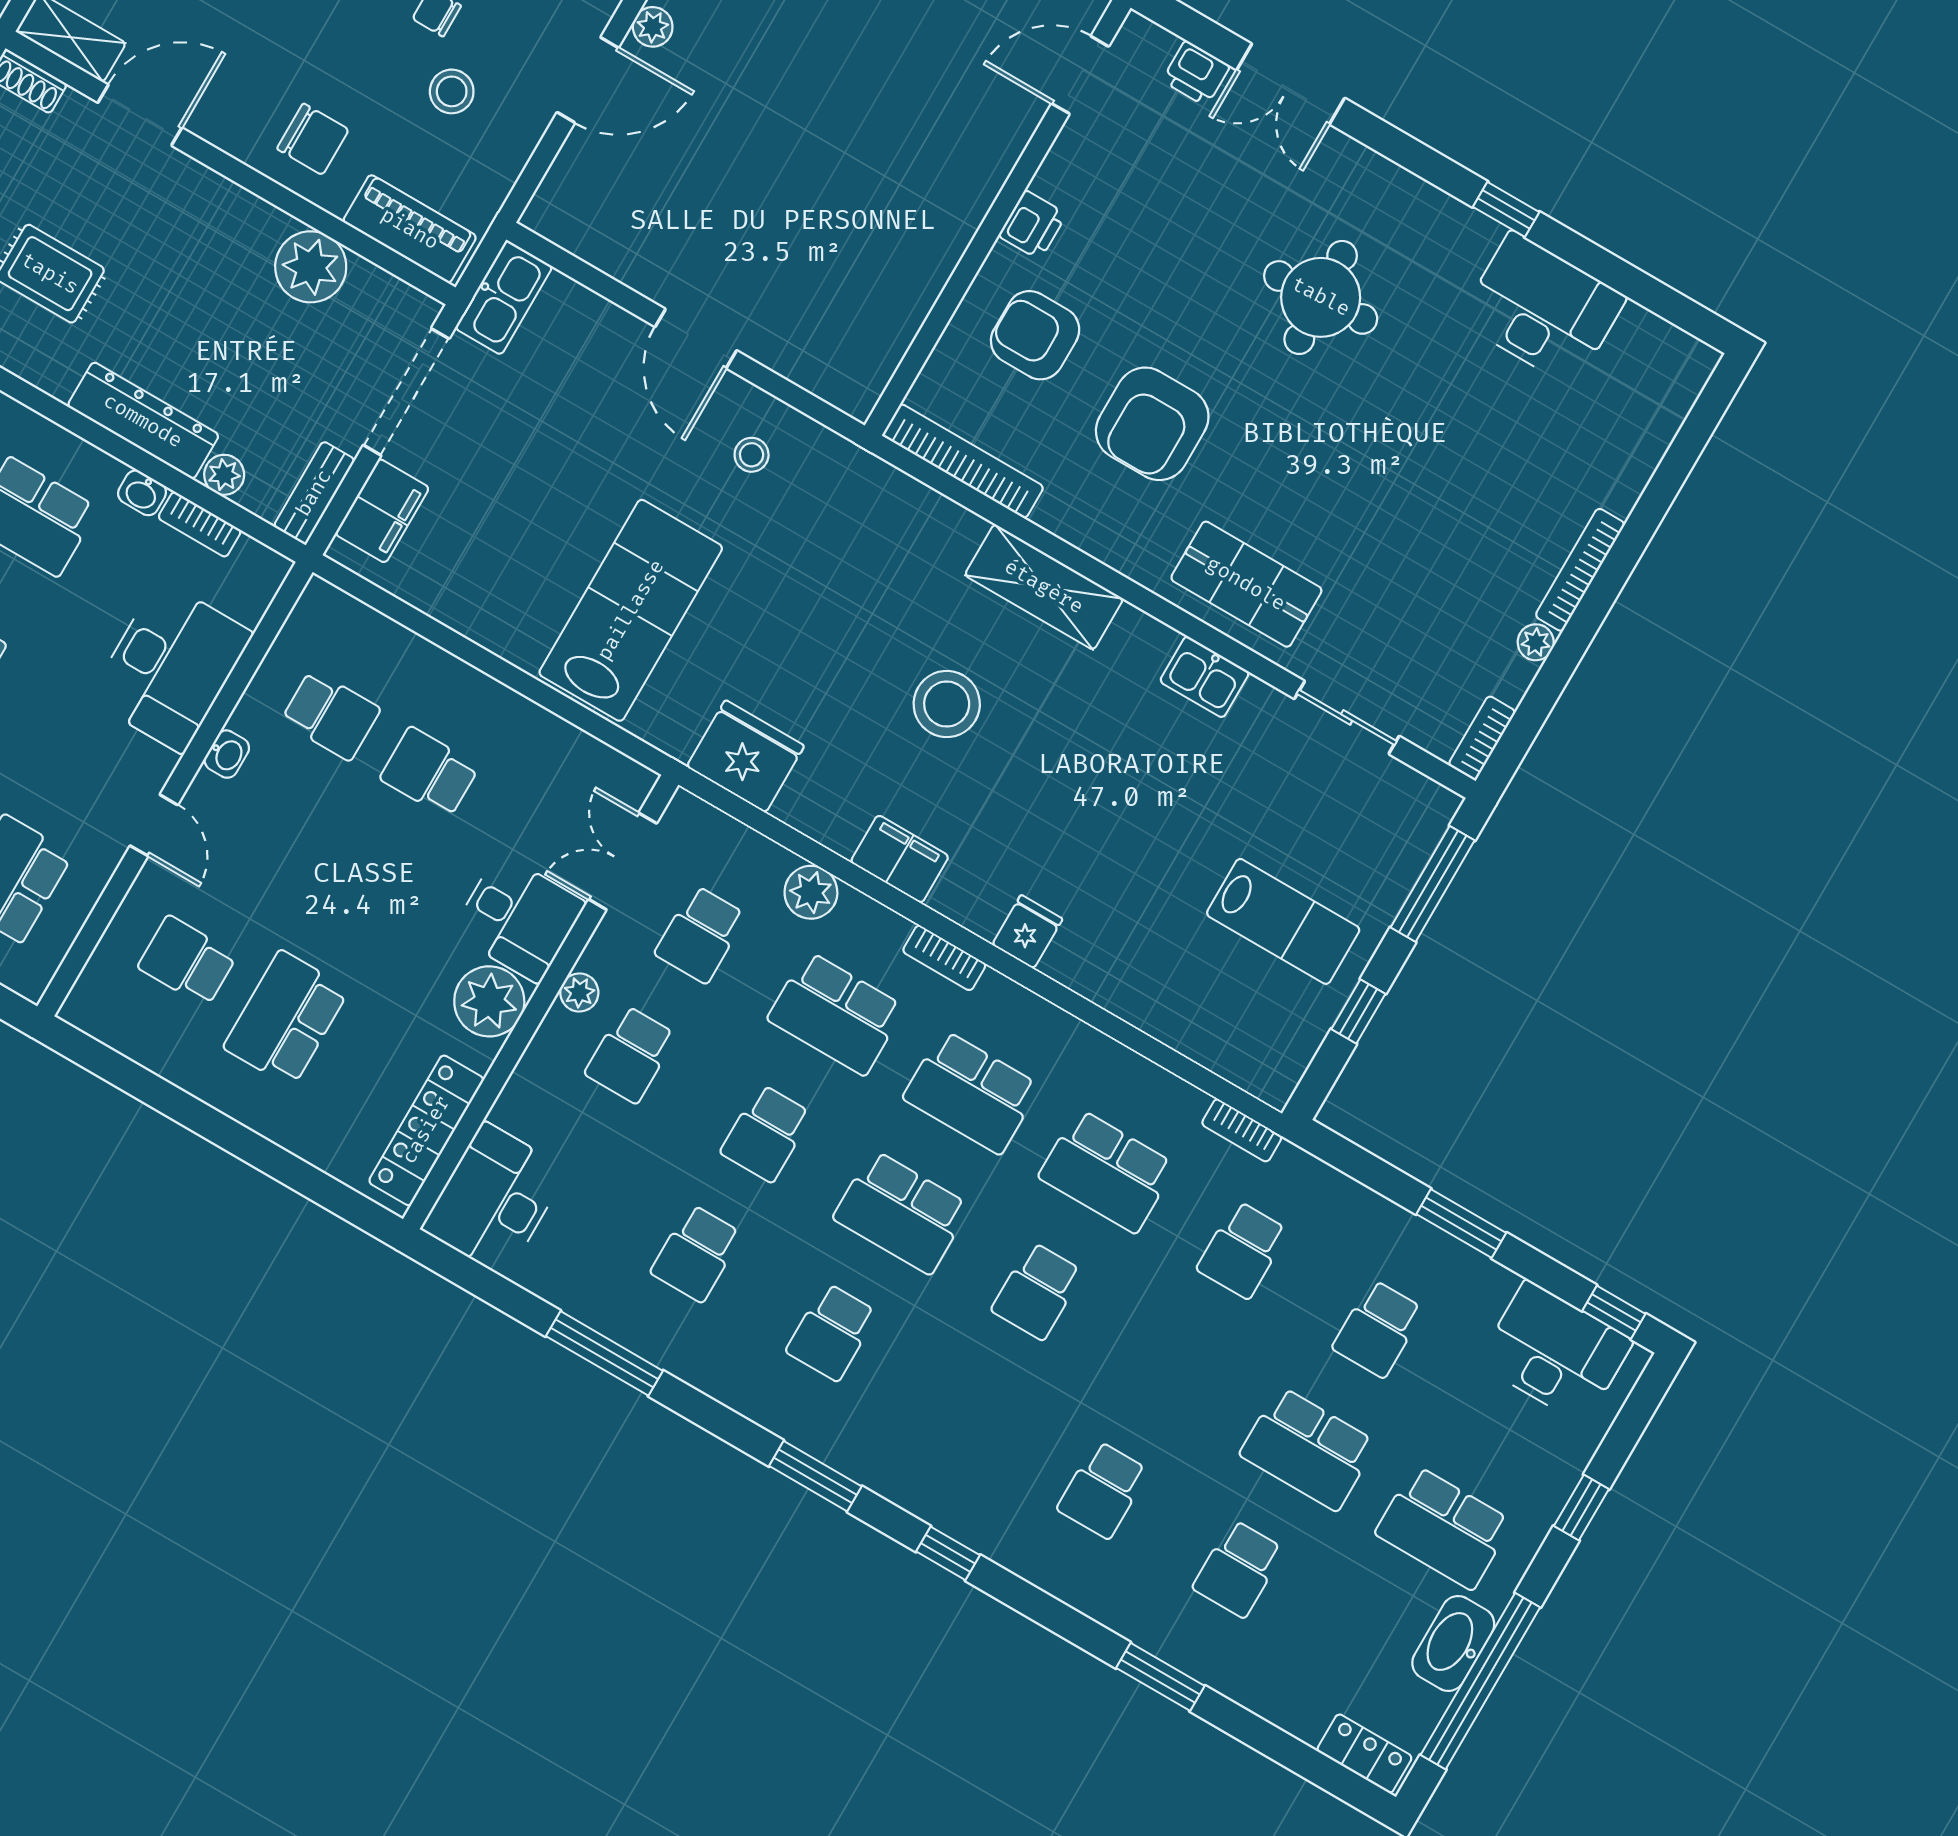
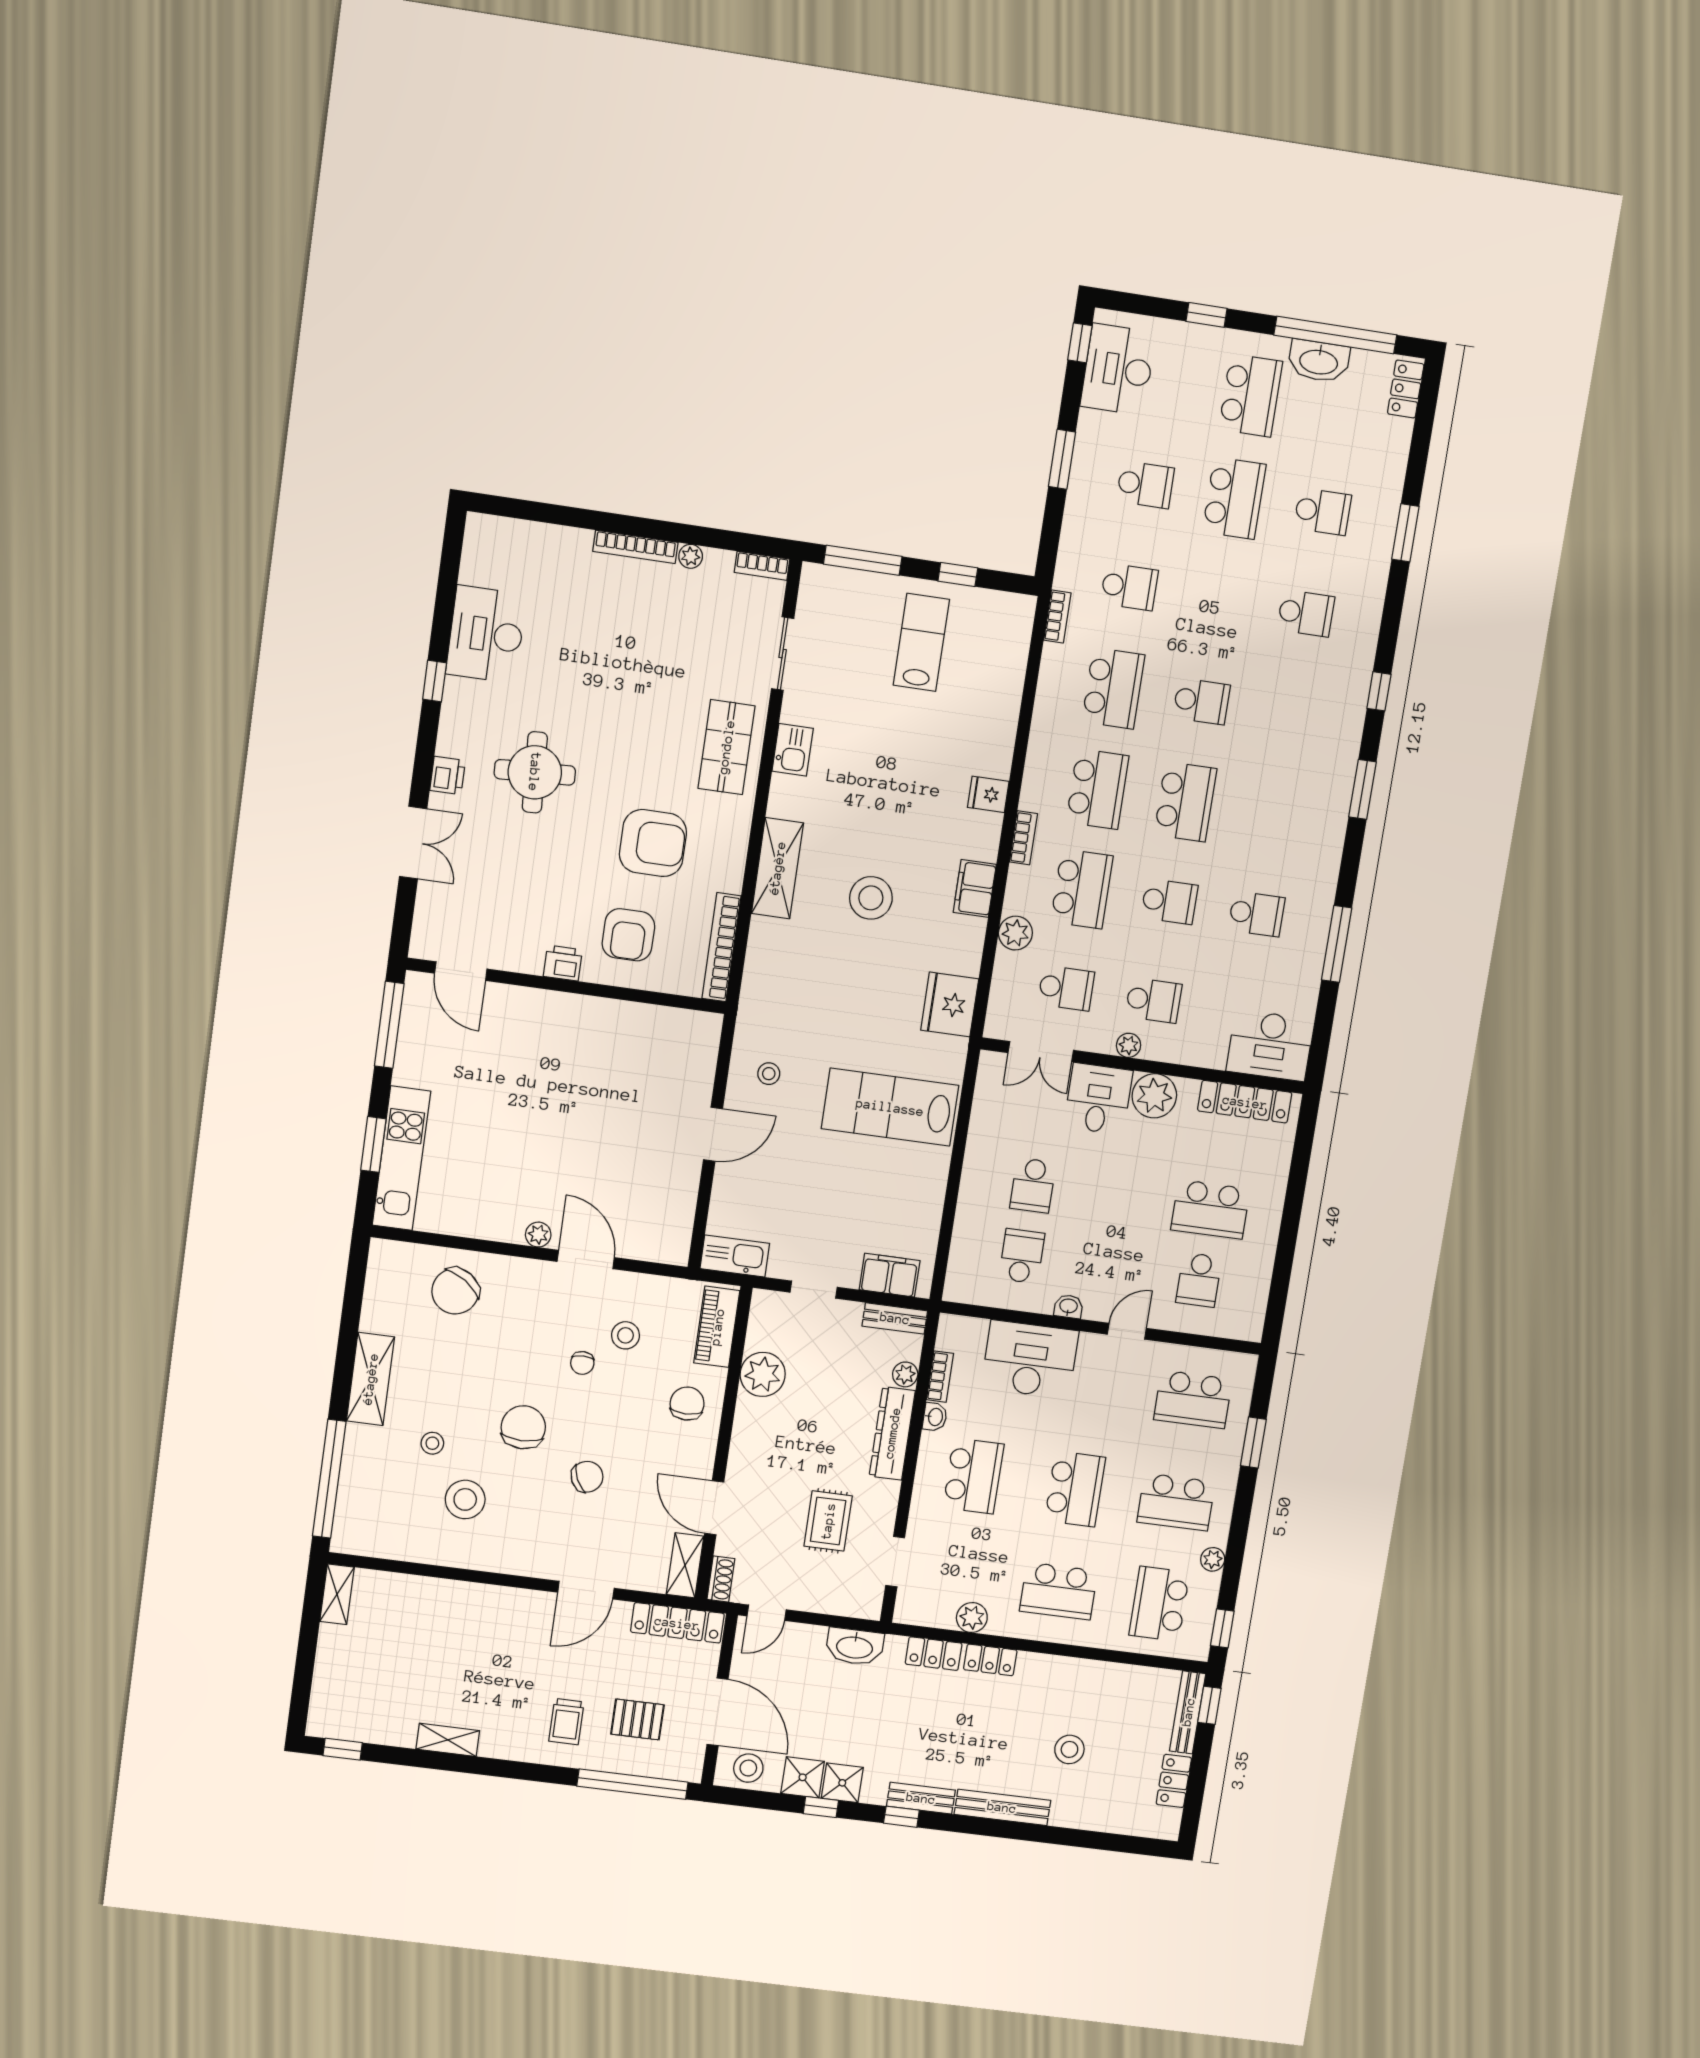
printer: (1196, 73) -> (448, 775), moved
doorway: (406, 392) -> (814, 1290), width x0.53
school desk: (832, 1332) -> (1273, 814), removed

